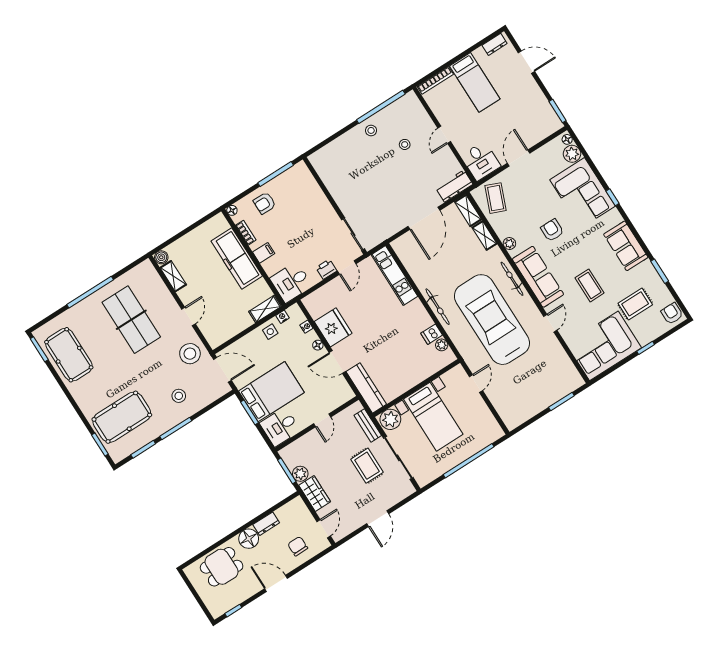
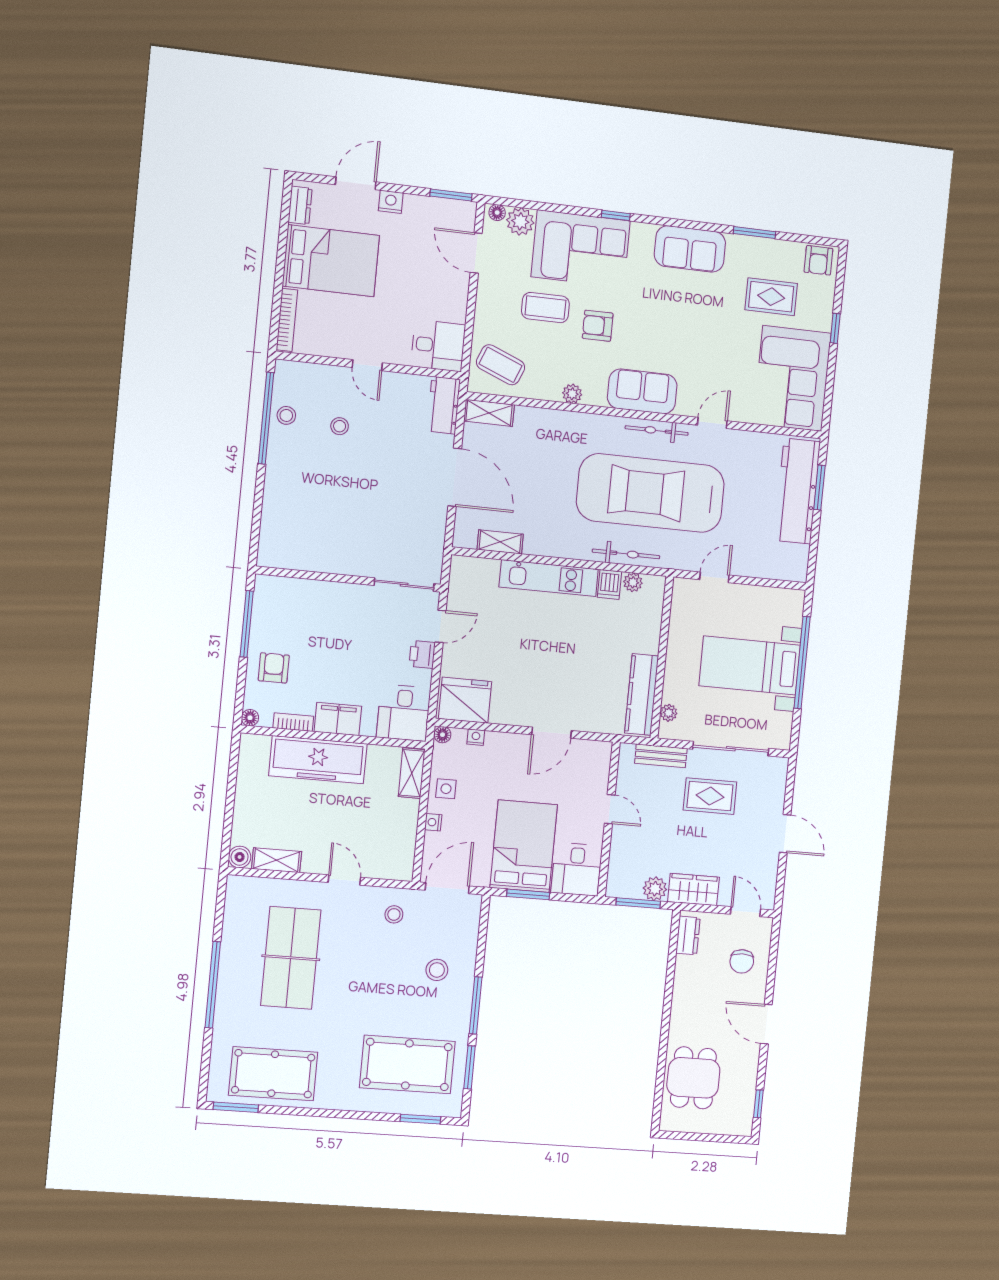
bed: (475, 82) -> (331, 261), width x1.50
nightstand: (531, 85) -> (391, 202), added
stool: (371, 130) -> (286, 415), moved
door: (519, 158) -> (476, 253), moved
armchair: (265, 203) -> (274, 668), turned 180
shelving: (485, 236) -> (500, 542), moved
filing cabinet: (264, 253) -> (338, 719), width x2.00
door: (347, 268) -> (440, 626), hinge flipped
kitchen unit: (394, 276) -> (549, 578), moved
sofa: (538, 277) -> (642, 391), width x0.73
bicycle: (512, 279) -> (657, 431), moved
coffee table: (590, 285) -> (545, 308), moved
rug: (635, 304) -> (771, 297), turned 90
bicycle: (438, 307) -> (626, 554), moved
armchair: (672, 313) -> (818, 260), turned -90
nightstand: (282, 317) -> (433, 822), moved
table tennis table: (131, 320) -> (291, 958), turned 90
door: (550, 323) -> (712, 423), hinge flipped
fridge: (333, 327) -> (465, 700), moved
floor lamp: (318, 345) -> (443, 735), moved
stool: (190, 354) -> (394, 914), width x0.53, depth x0.53
door: (476, 384) -> (714, 577), hinge flipped
kitchen counter: (366, 388) -> (642, 694), moved, turned -90
workbench: (551, 392) -> (797, 491), added
pool table: (122, 417) -> (407, 1064), turned 90
bed with nightstands: (433, 417) -> (750, 665), moved, turned 180
plant: (390, 419) -> (669, 713), width x0.53, depth x0.53
dresser: (266, 524) -> (688, 935), moved
floor lamp: (249, 539) -> (685, 1017), removed
chair: (298, 546) -> (742, 961), turned -90
door: (276, 583) -> (766, 1024), hinge flipped

